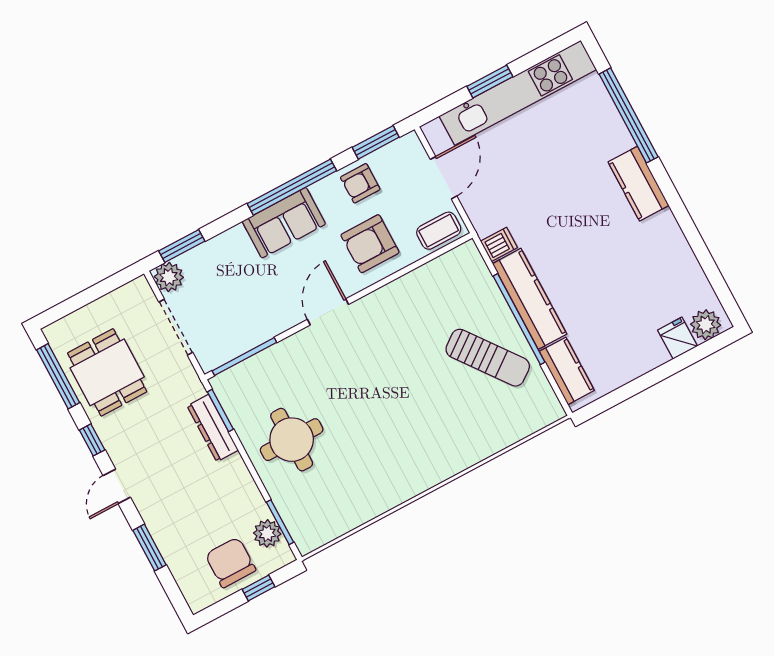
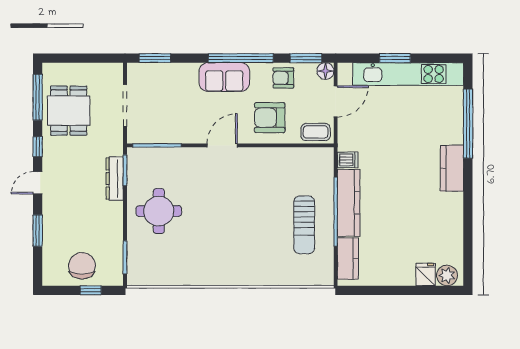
floor lamp: (409, 146) -> (325, 71), added
plant: (169, 277) -> (137, 73), removed
sun lounger: (488, 358) -> (304, 225), turned 37
plant: (267, 533) -> (114, 260), removed

